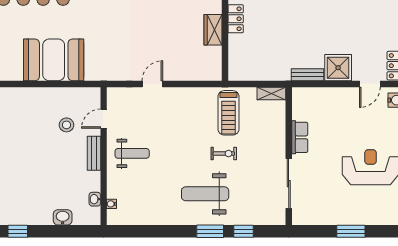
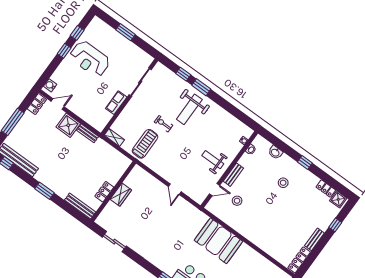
door: (152, 84) -> (175, 189), hinge flipped
stool: (26, 187) -> (283, 183), added
weight bench: (205, 194) -> (189, 109), turned 90

